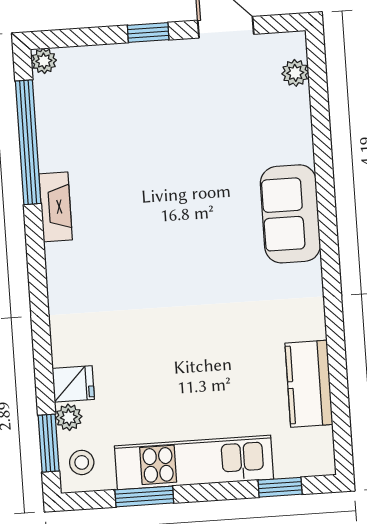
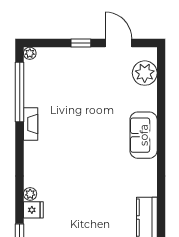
plant: (295, 73) -> (145, 73), width x1.87, depth x1.87
plant: (69, 417) -> (30, 194), moved

